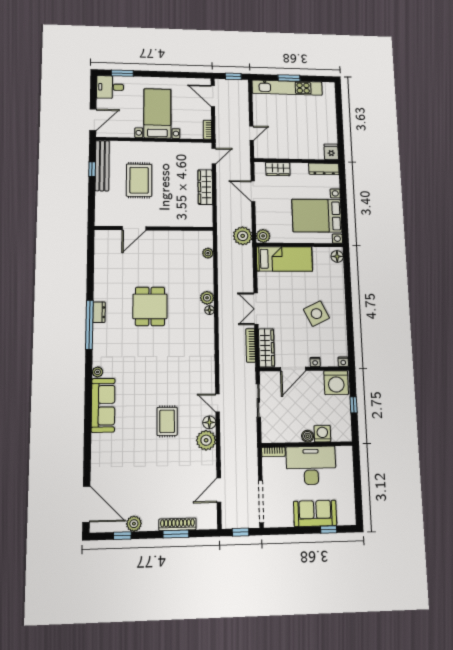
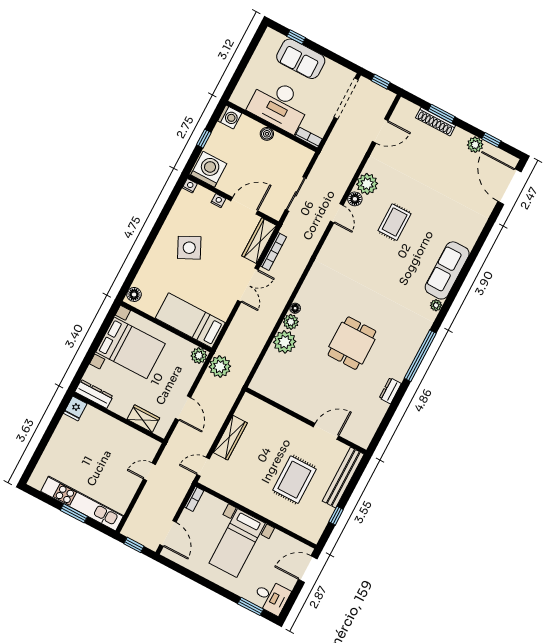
bench: (102, 166) -> (343, 478), moved
plant: (208, 253) -> (285, 342), moved, width x1.87, depth x1.87
dresser: (99, 312) -> (390, 391), moved
washing machine: (322, 434) -> (230, 117), moved, turned -90

